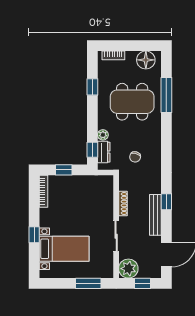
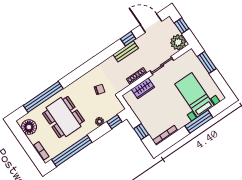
window: (92, 87) -> (72, 151), width x3.17
window: (166, 95) -> (43, 97), width x1.46
dresser: (104, 152) -> (111, 113), removed
wardrobe: (106, 201) -> (143, 88), added
window: (166, 202) -> (128, 39), moved
bench: (155, 215) -> (126, 51), width x0.73
window: (34, 235) -> (199, 122), width x2.17

